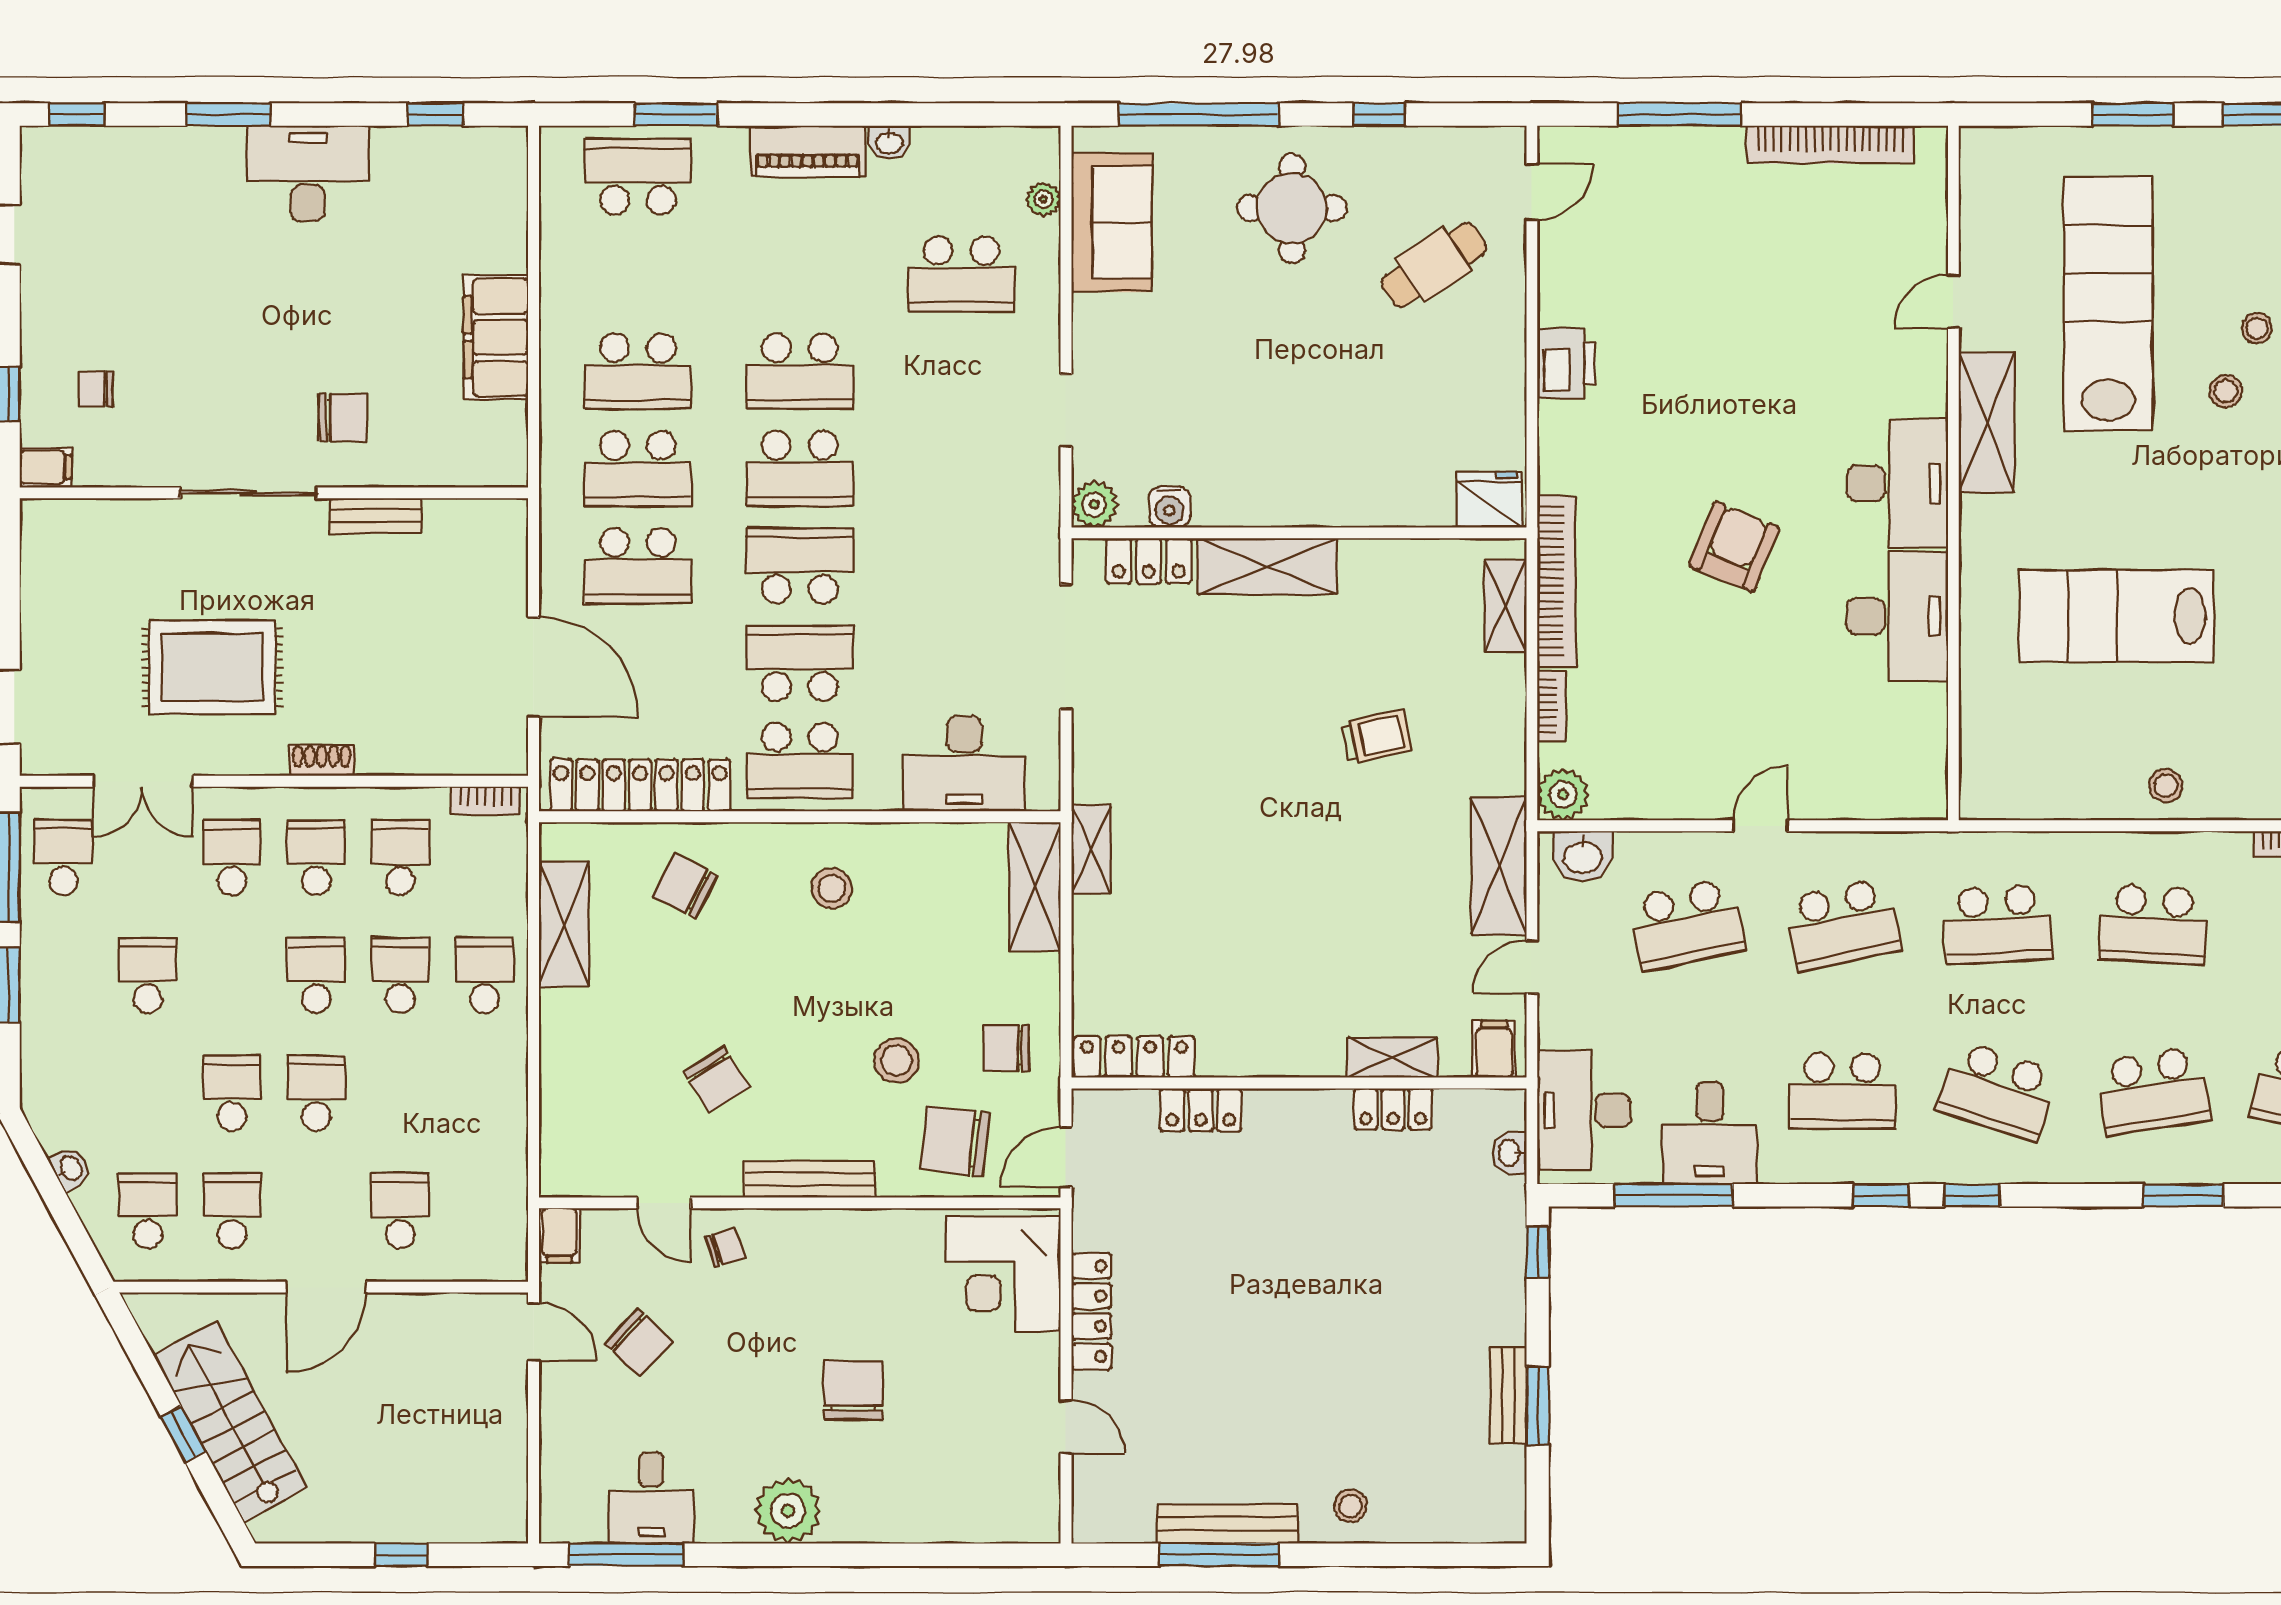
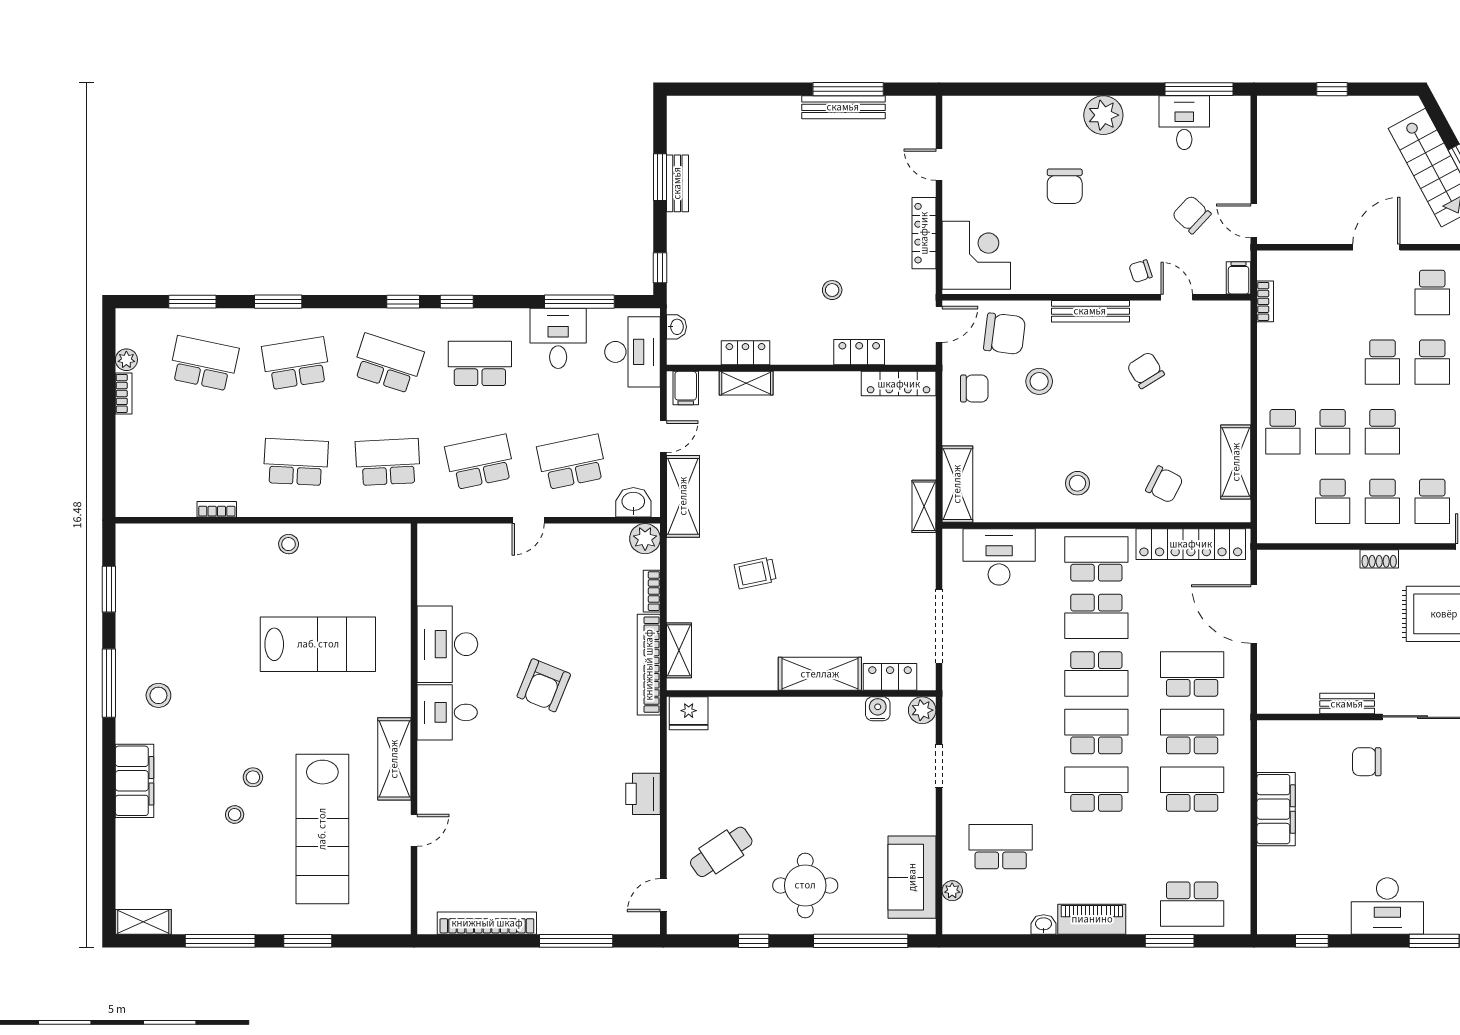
desk: (1897, 483) -> (447, 712), width x0.73
bookcase: (485, 801) -> (1265, 301), moved, turned 90
school desk: (400, 1211) -> (1333, 292), removed
stool: (1351, 1506) -> (832, 290), moved

